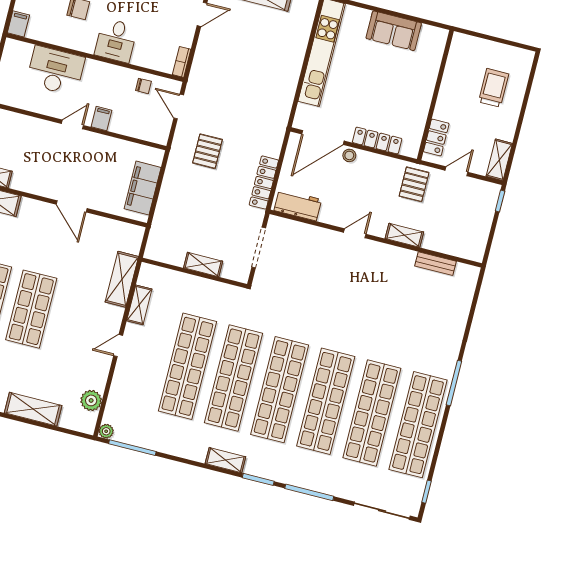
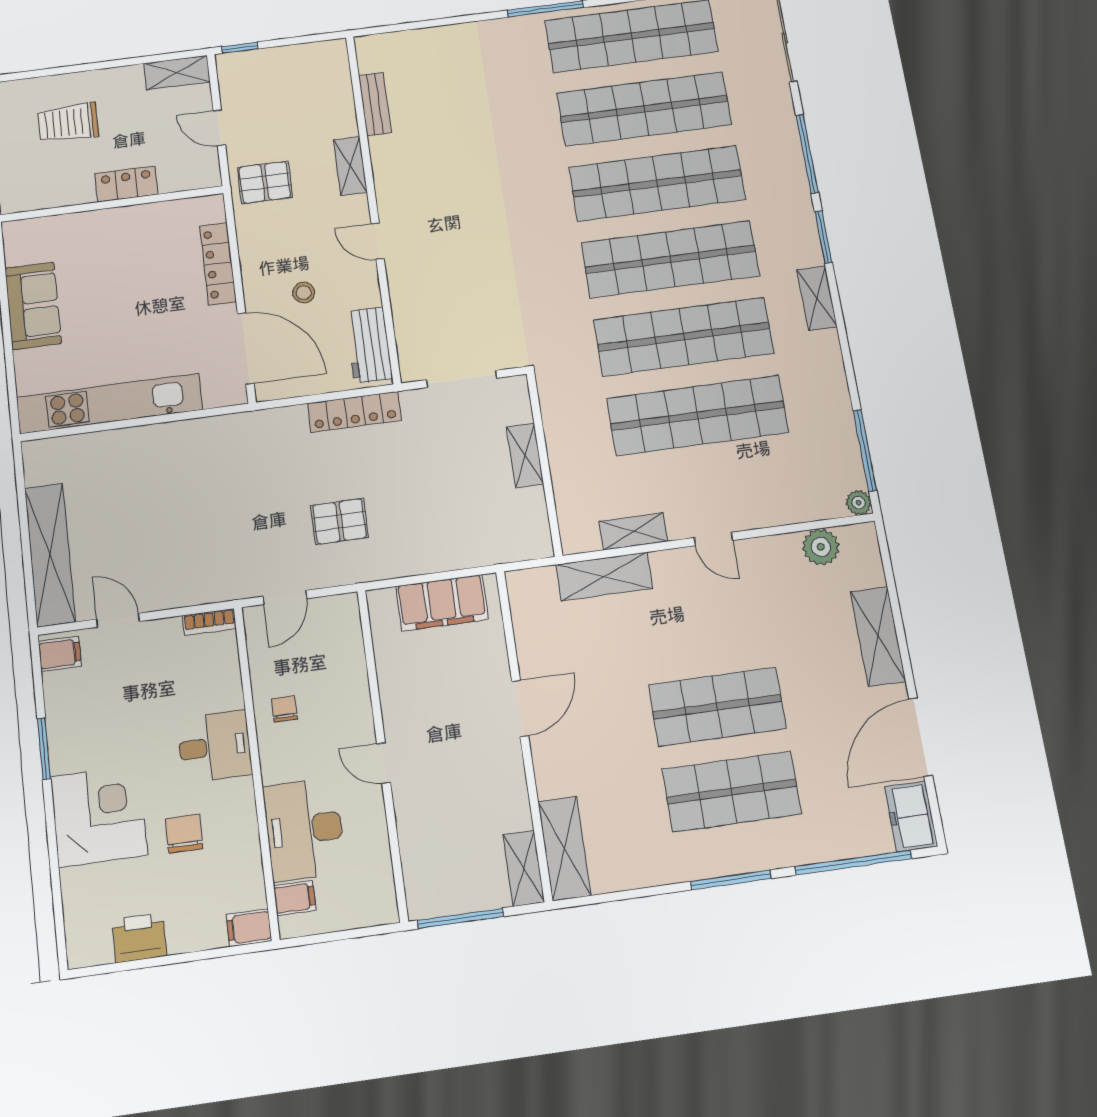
chair: (143, 86) -> (284, 709), moved
filing cabinet: (101, 119) -> (295, 898), moved, turned 180
locker: (436, 138) -> (126, 184), moved
stool: (349, 155) -> (304, 293), moved

